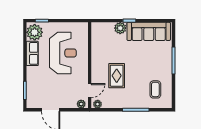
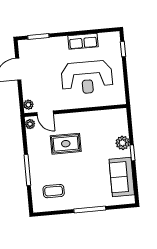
sofa: (149, 31) -> (122, 177), width x0.73
plant: (35, 32) -> (108, 42), removed

